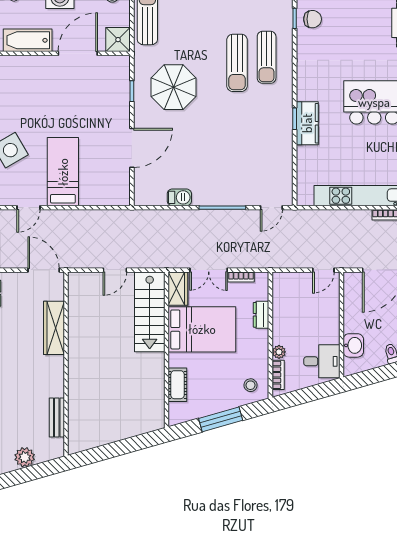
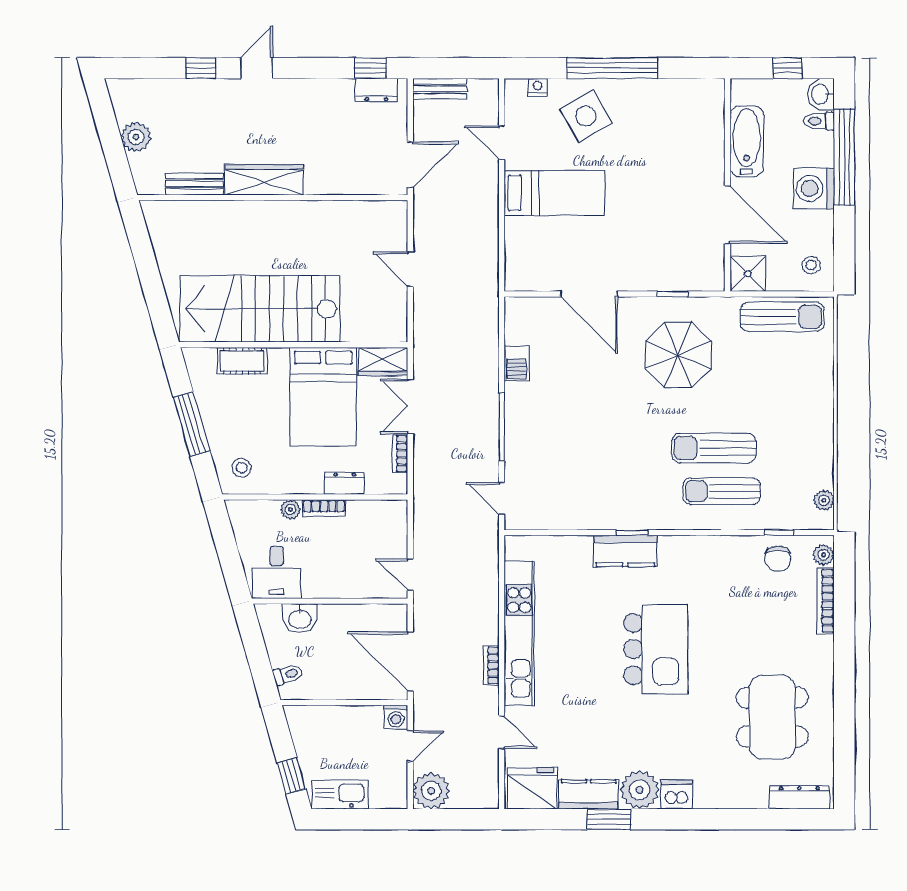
stairs: (150, 312) -> (260, 309), moved, width x1.36, depth x1.51
wardrobe: (54, 328) -> (264, 180), moved
bookcase: (278, 375) -> (324, 508), moved

